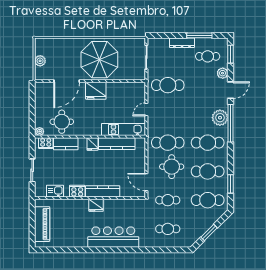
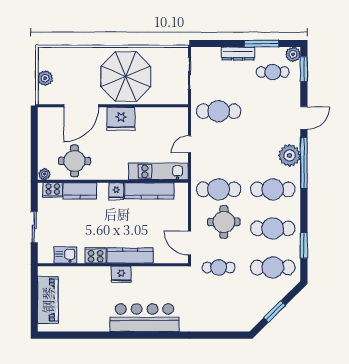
plant: (223, 73) -> (293, 54), moved
cafe table: (168, 229) -> (219, 307), removed

